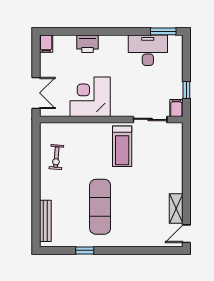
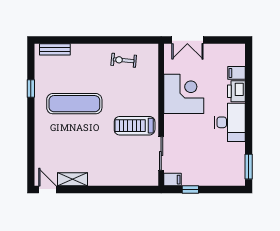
filing cabinet: (46, 44) -> (236, 73), moved
desk: (148, 50) -> (230, 122), moved
bench: (45, 221) -> (55, 49), width x0.73

